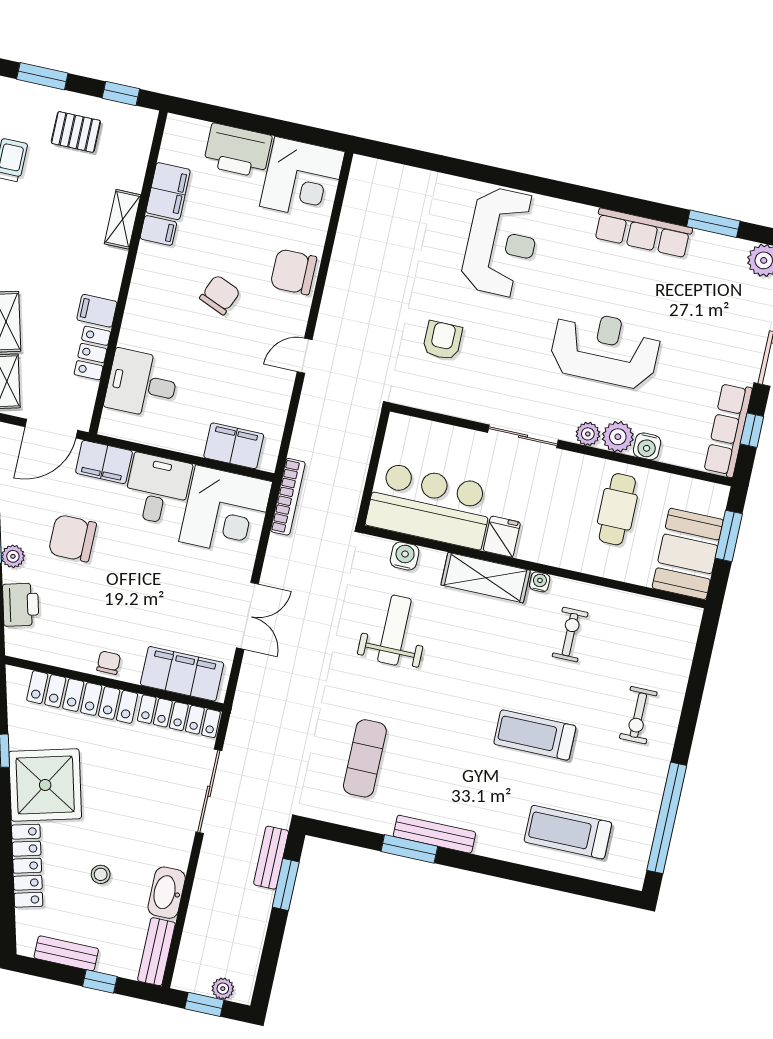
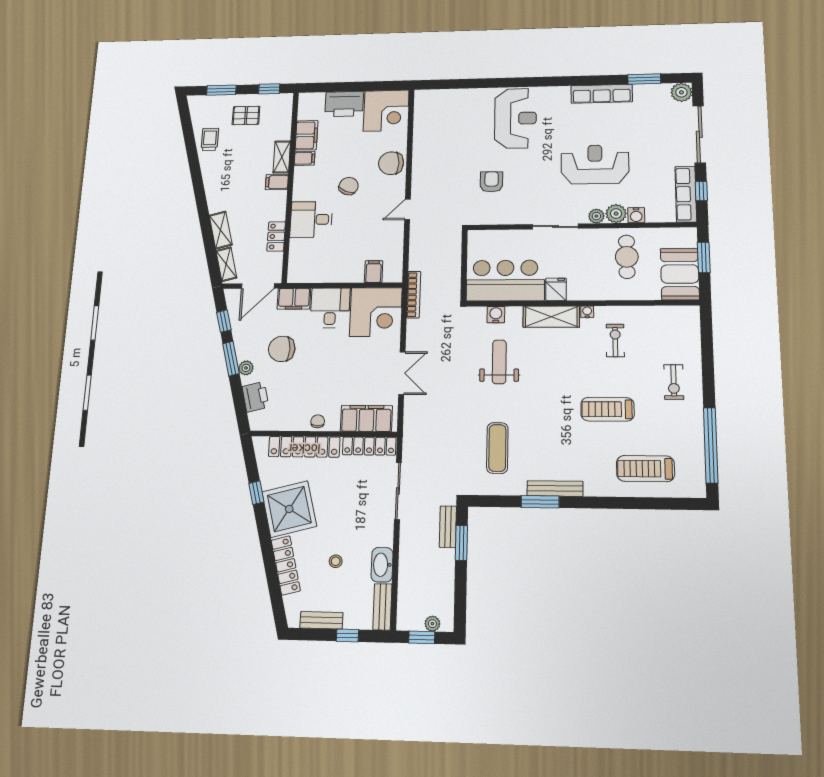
filing cabinet: (97, 311) -> (277, 182), moved
desk: (142, 384) -> (311, 219), moved
filing cabinet: (234, 446) -> (374, 272), width x0.50

